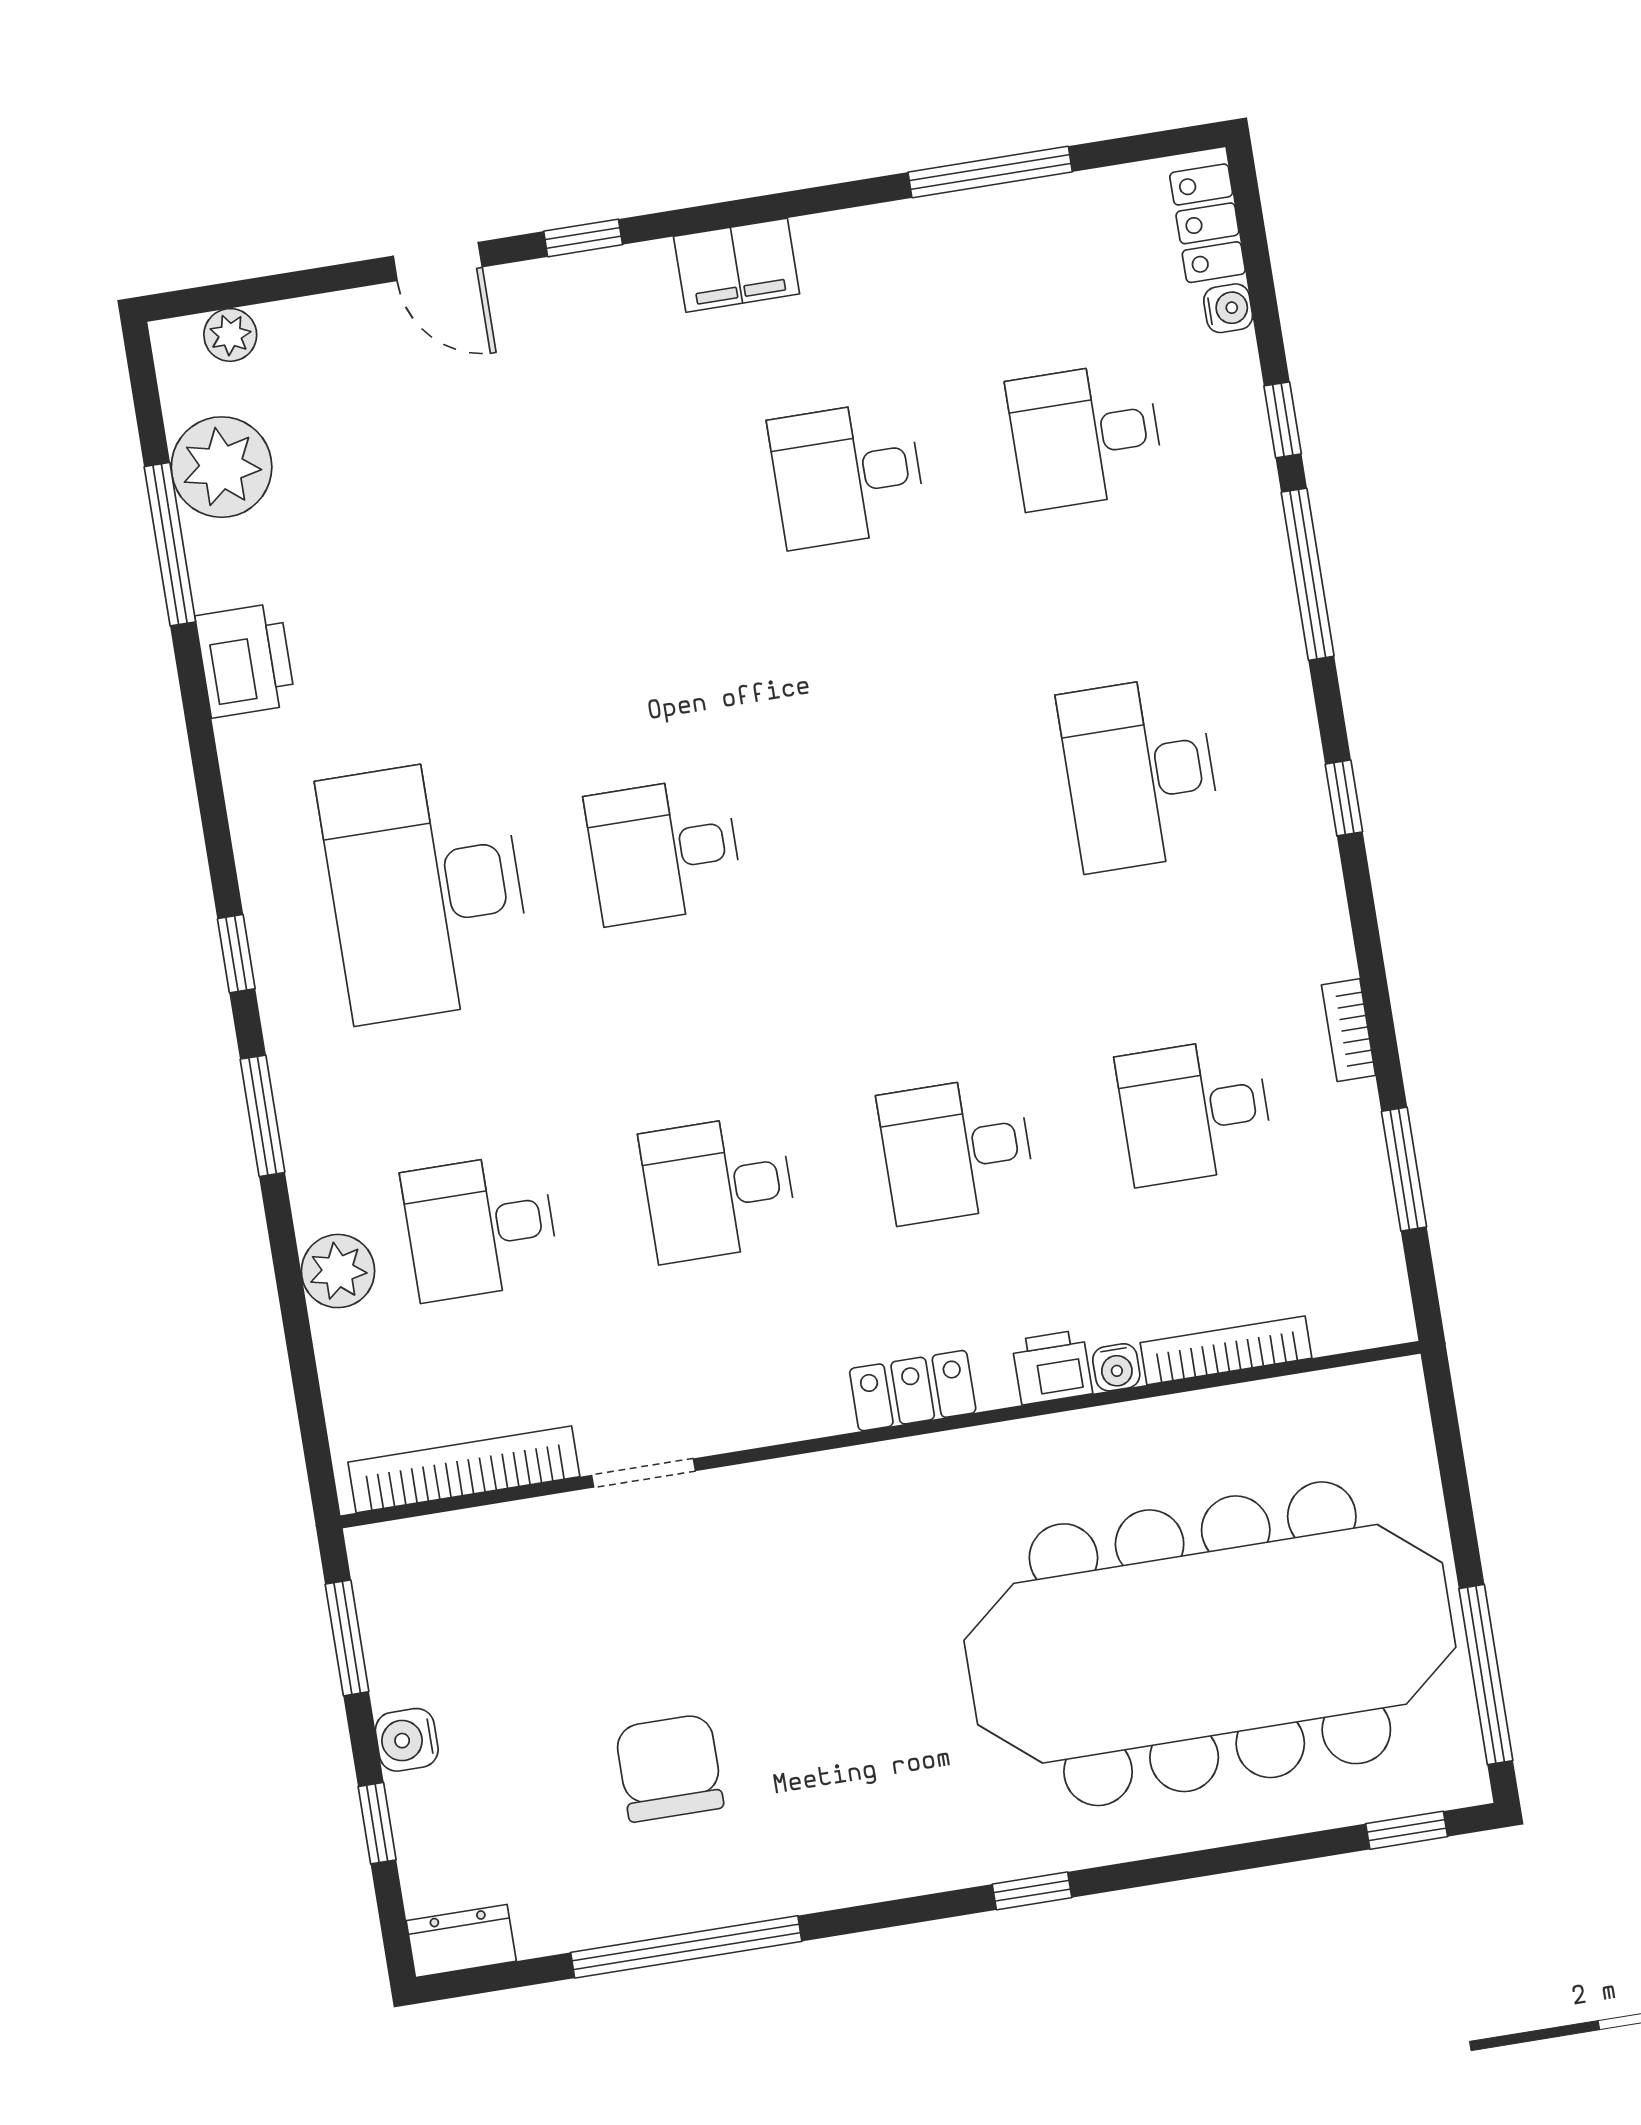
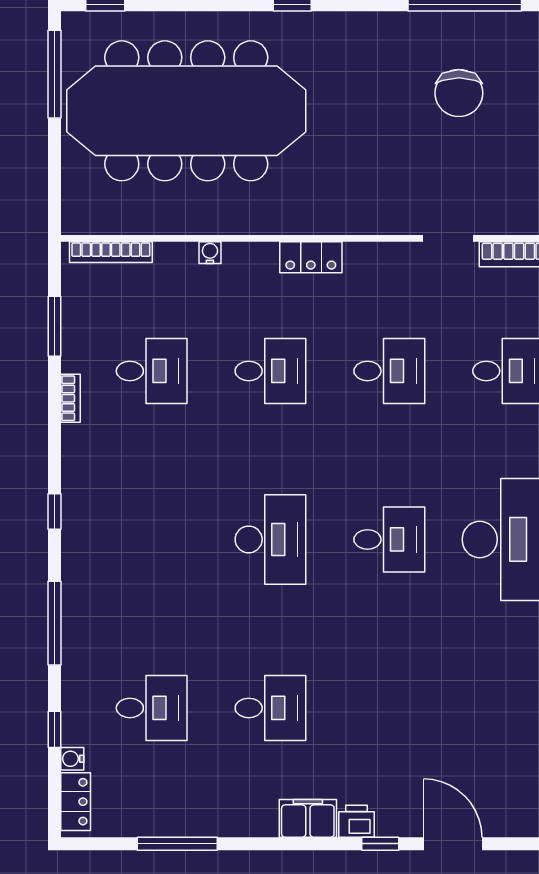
door: (438, 261) -> (453, 844), width x1.38
window: (1283, 420) -> (54, 729), moved
desk: (1140, 773) -> (270, 539), moved
bookcase: (1226, 1350) -> (111, 252), moved
printer: (1052, 1367) -> (357, 821), moved, turned 180

